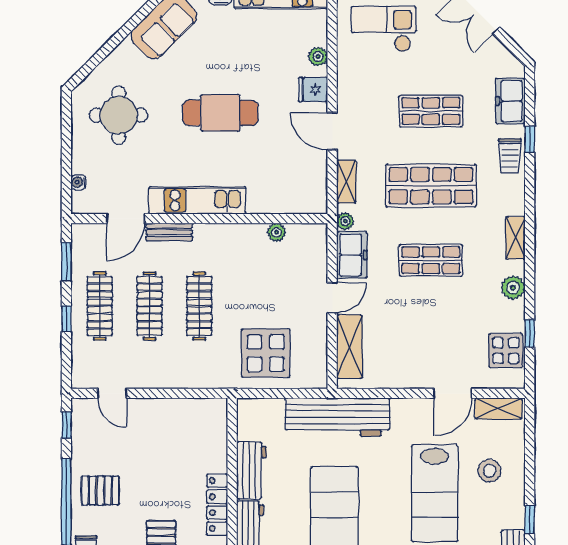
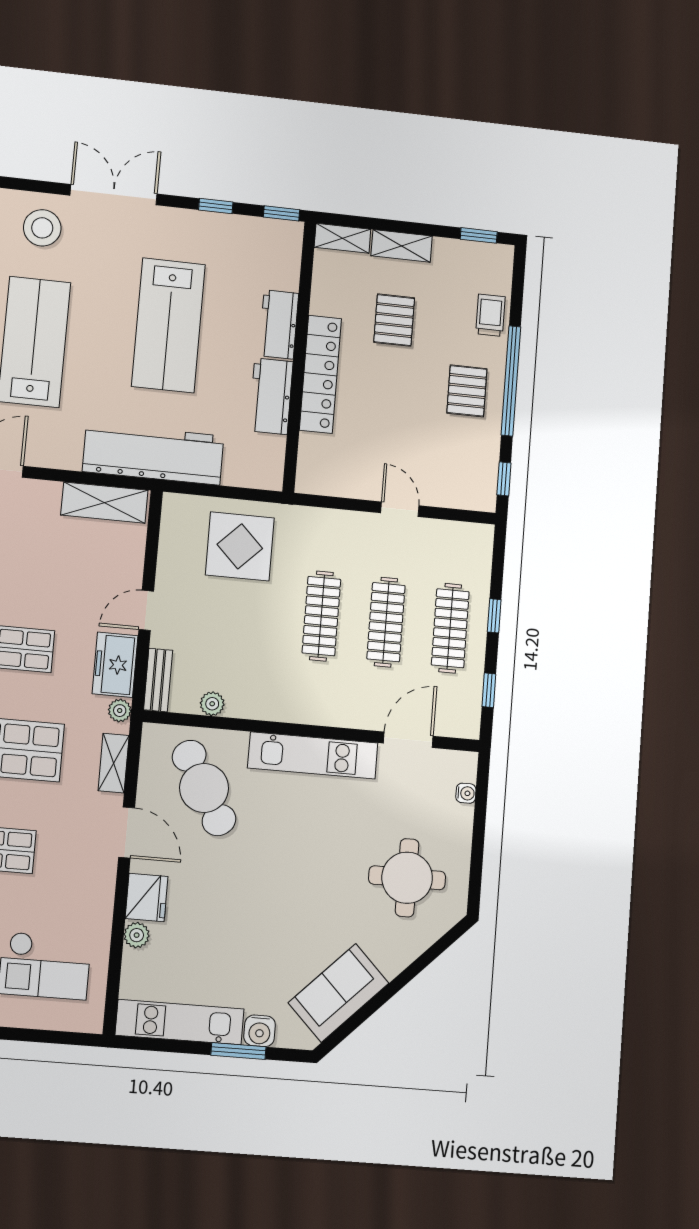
fridge: (313, 89) -> (147, 897), width x1.38
cafe table: (220, 113) -> (204, 788), moved, turned 60
bench: (169, 232) -> (158, 680), moved, turned 90
window: (66, 262) -> (489, 690), width x0.67
shelving: (349, 347) -> (104, 503), moved, turned 90
door: (112, 393) -> (400, 509), moved
pallet: (100, 490) -> (467, 391), turned 90
locker: (217, 505) -> (320, 374), width x1.41, depth x1.21

